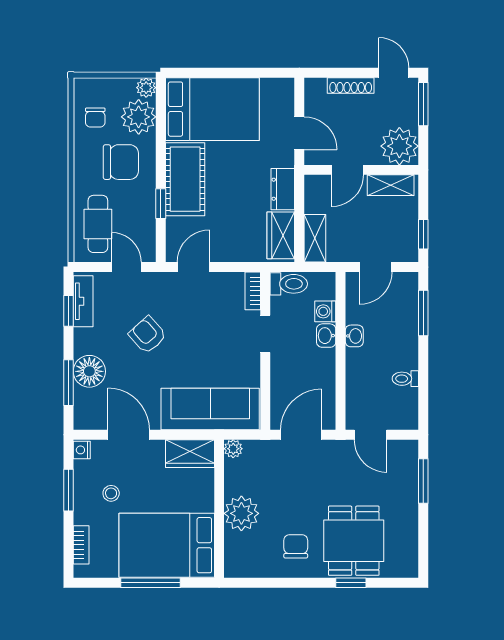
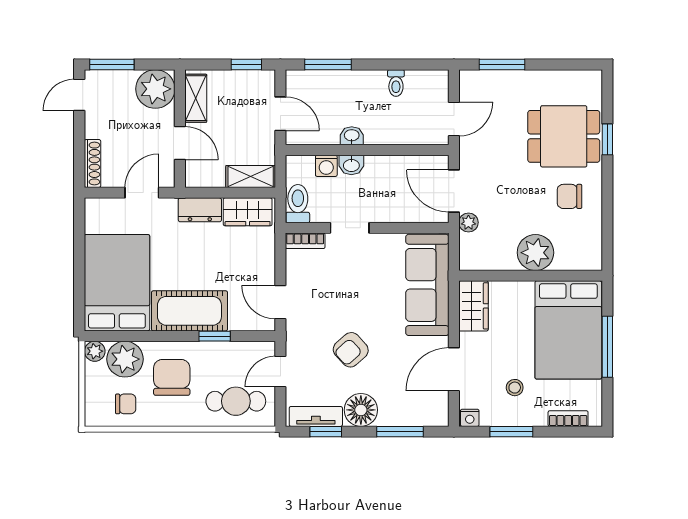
shoe rack: (351, 85) -> (92, 163), moved
floor lamp: (89, 371) -> (361, 410), moved
plant: (233, 449) -> (468, 222), moved

